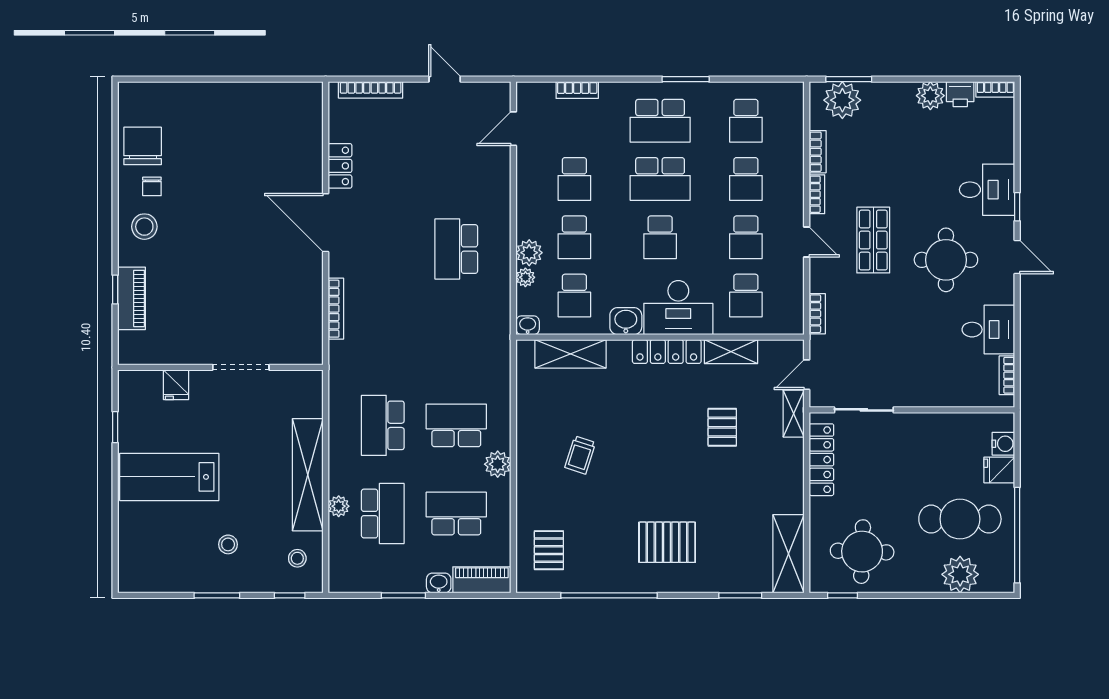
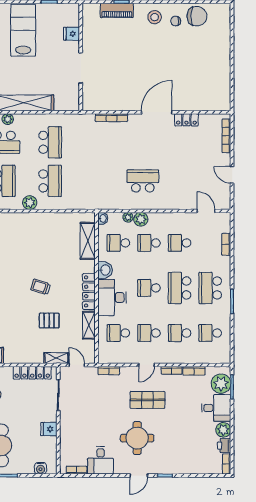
door: (445, 79) -> (232, 175), swing flipped
desk: (987, 190) -> (216, 408), moved, turned -90
school desk: (383, 425) -> (50, 142), turned 90
trolley: (580, 455) -> (41, 287), moved
fridge: (999, 470) -> (49, 429), moved, turned -90

